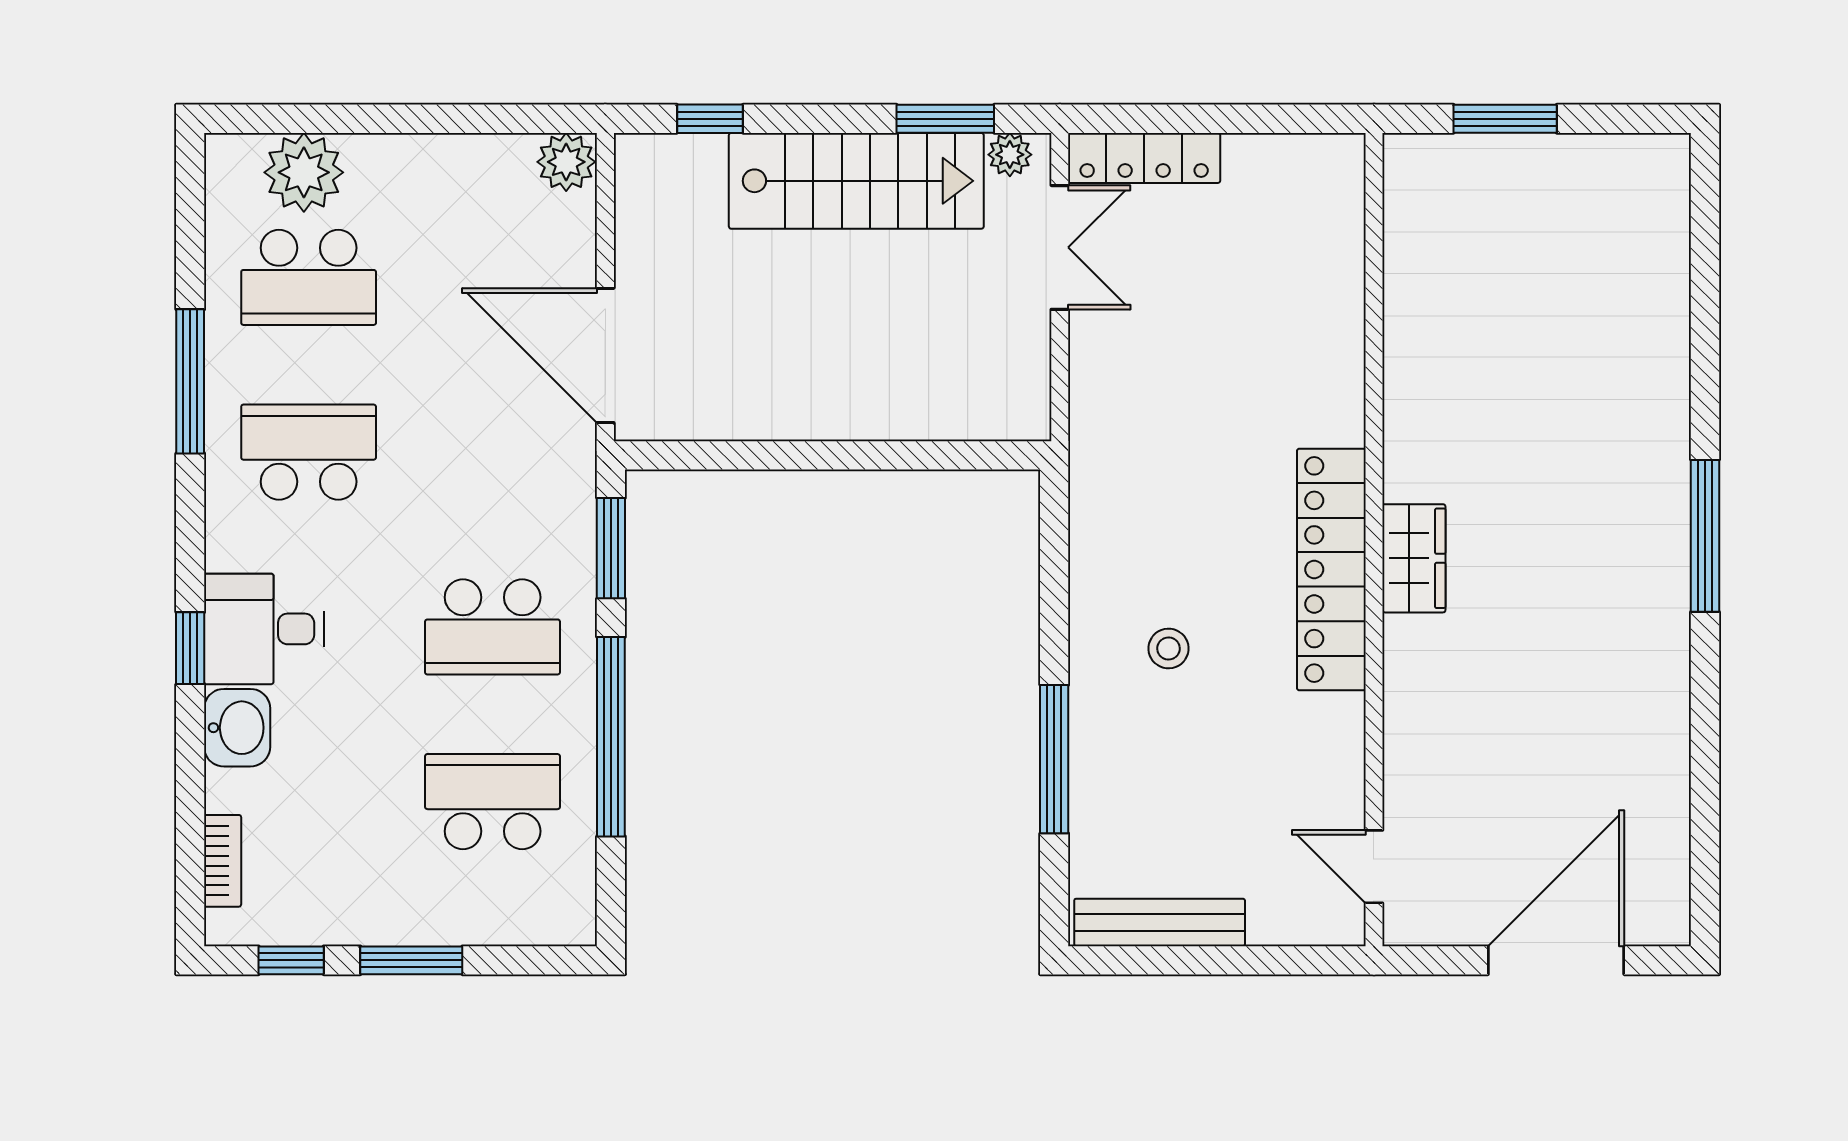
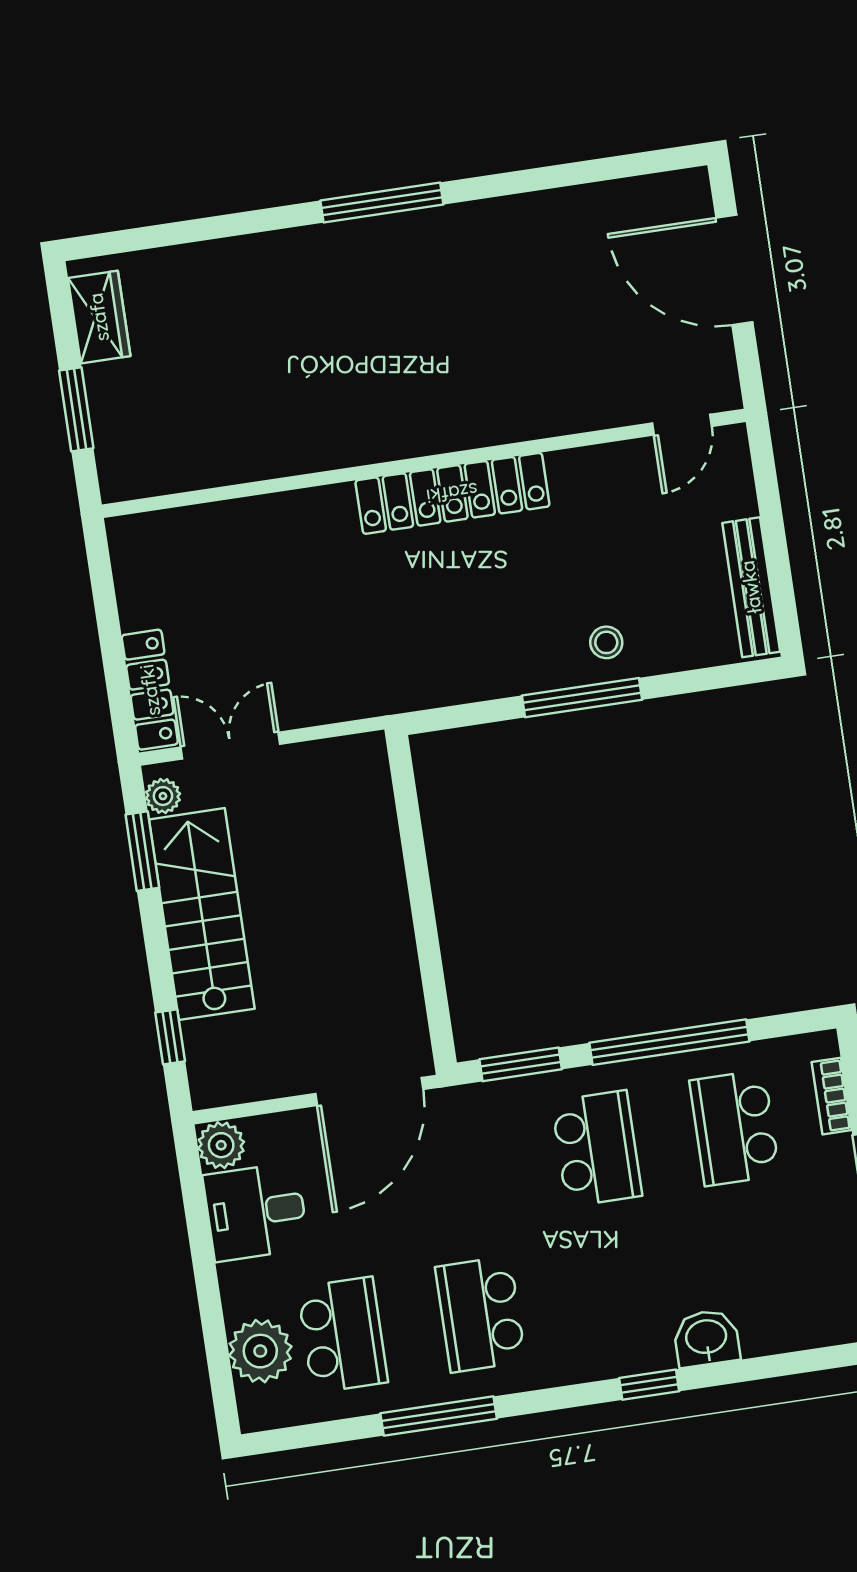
wardrobe: (1414, 558) -> (99, 317), moved, turned 90
desk: (264, 629) -> (256, 1212), moved, turned 90
stool: (1169, 649) -> (606, 642), moved
window: (1054, 759) -> (582, 698), moved
bookcase: (223, 861) -> (832, 1096), moved, turned -90

